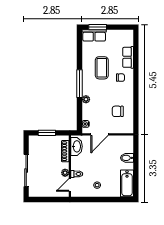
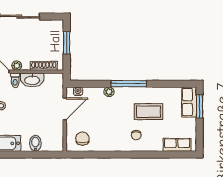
row of seats: (128, 57) -> (177, 145), moved
chair: (118, 111) -> (82, 139), moved
door: (100, 134) -> (65, 109), swing flipped
washbasin: (77, 146) -> (32, 80), moved

